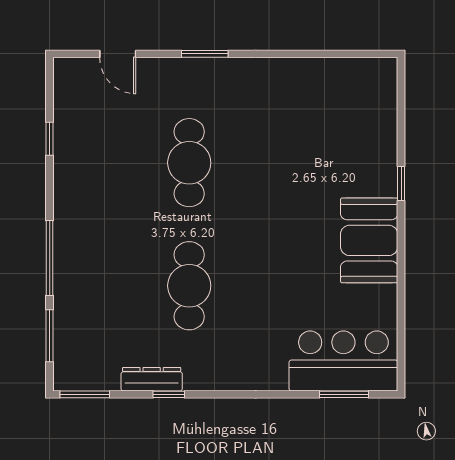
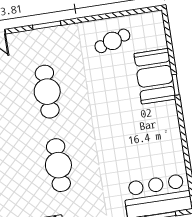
cafe table: (309, 96) -> (112, 41), added
booth: (369, 240) -> (155, 76), moved

